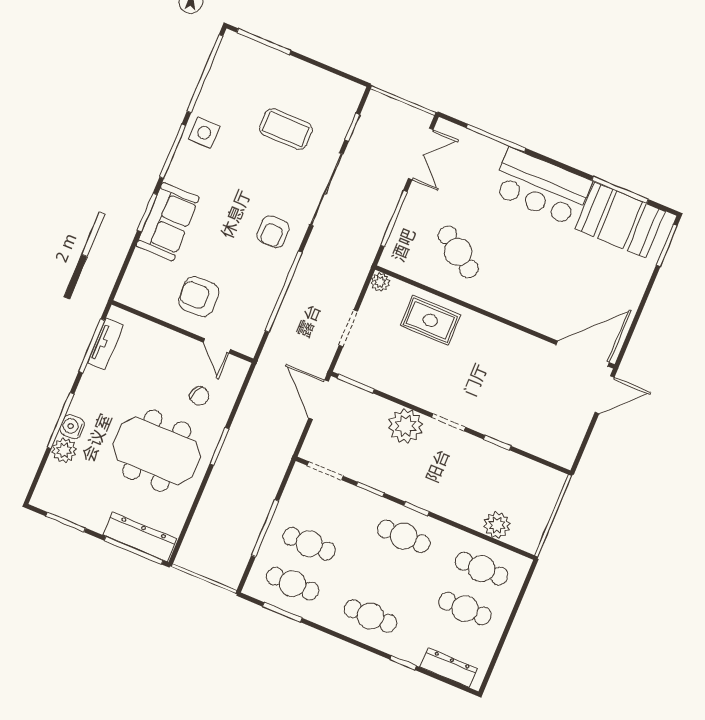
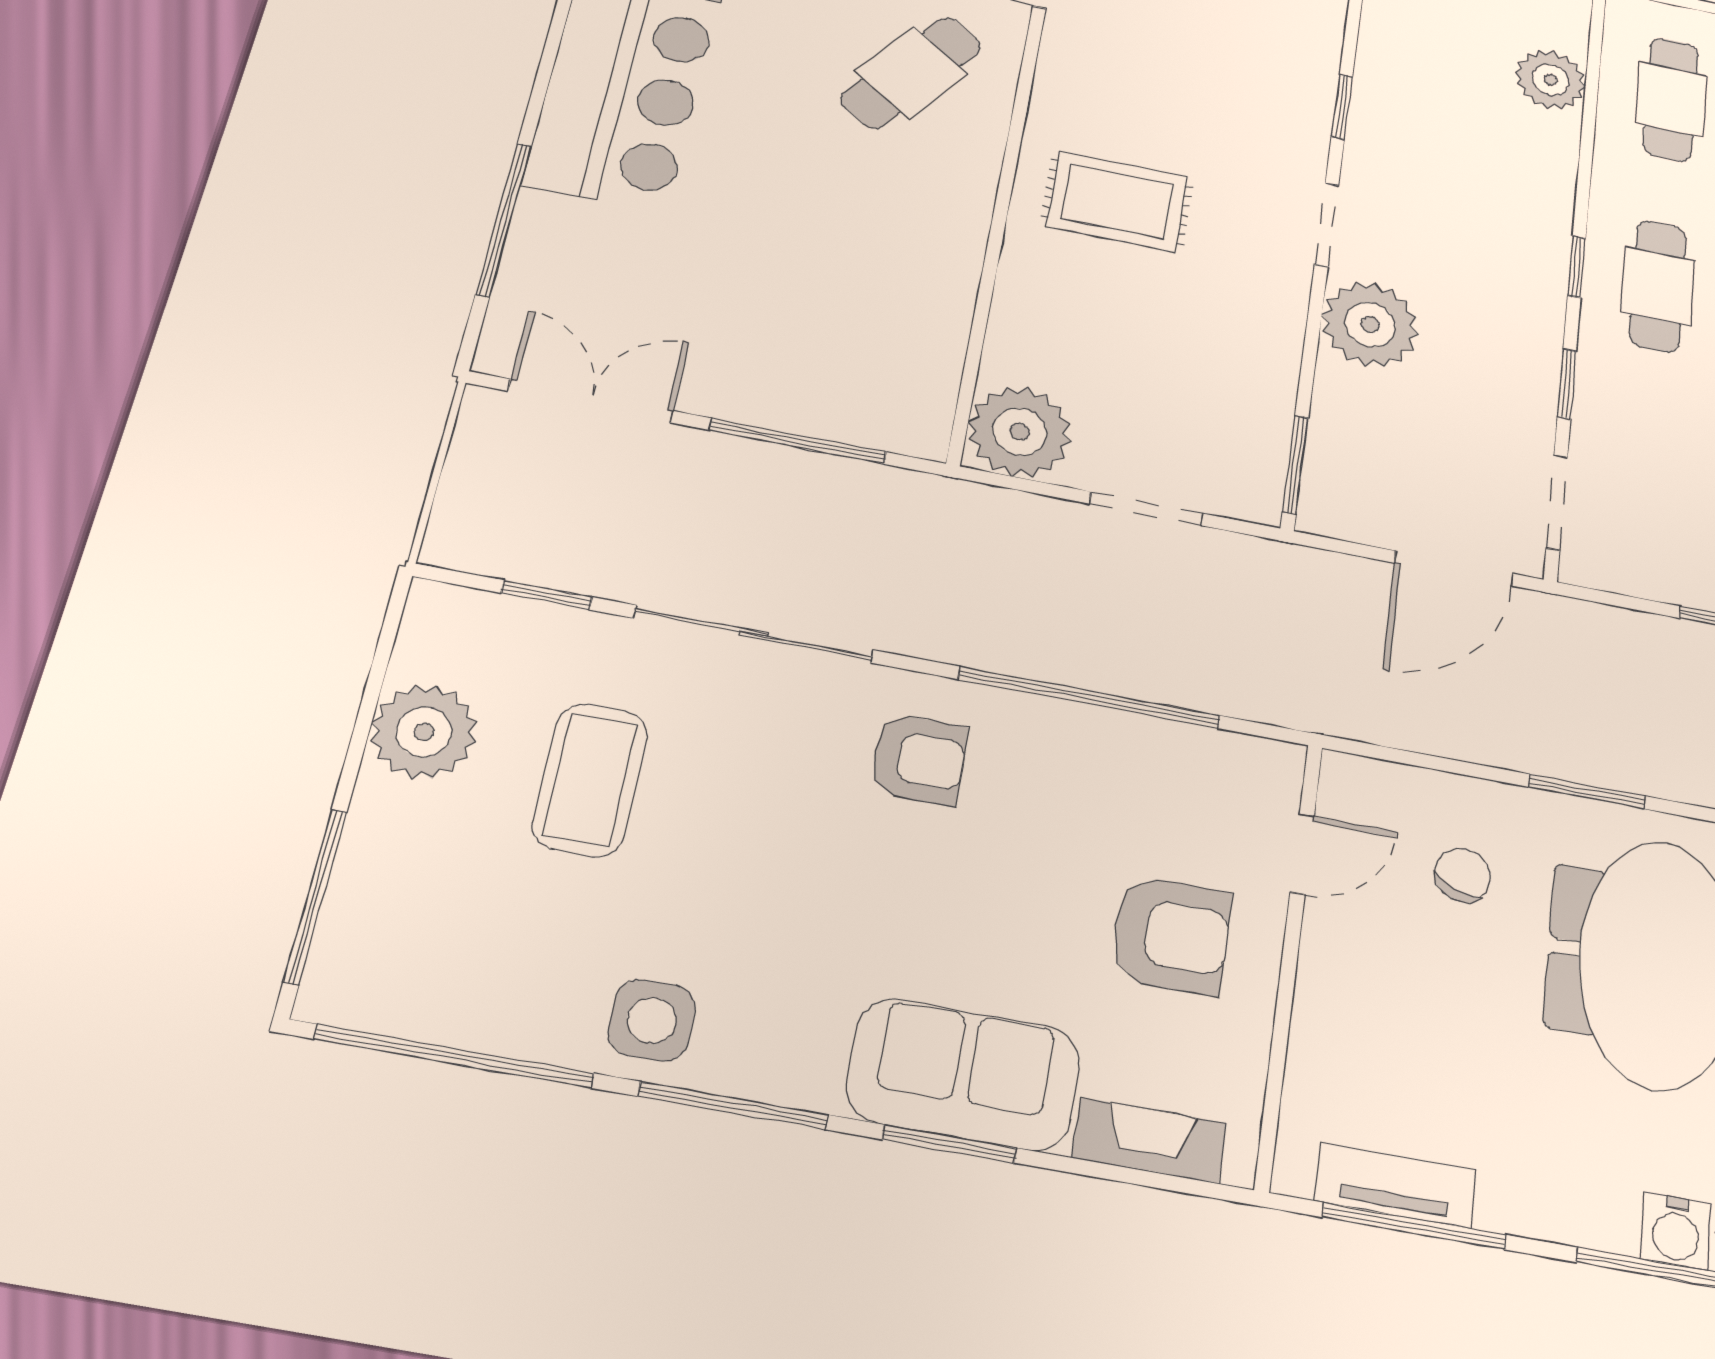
plant: (312, 82) -> (424, 732), added
cafe table: (458, 252) -> (911, 73), moved
fireplace: (135, 273) -> (1149, 1140), added
plant: (380, 282) -> (1020, 432), width x1.87, depth x1.87
armchair: (199, 297) -> (1171, 935), turned -89
rug: (430, 320) -> (1117, 202), moved, turned 90
door: (319, 400) -> (1454, 568), moved

